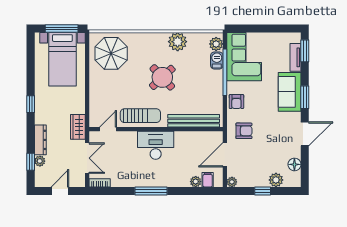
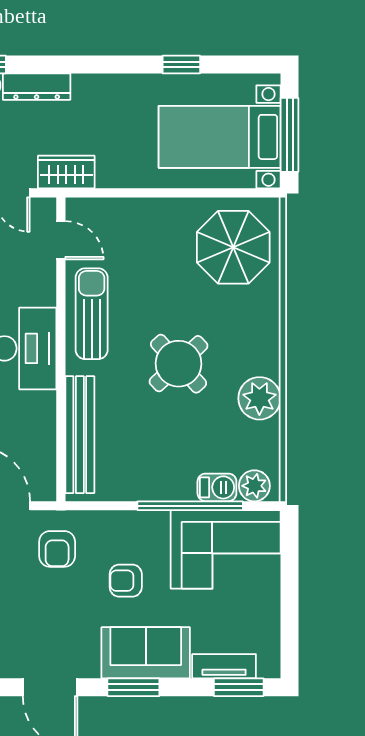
armchair: (236, 102) -> (126, 581), moved
window: (31, 104) -> (181, 65), moved
sun lounger: (140, 116) -> (92, 314), turned 180

